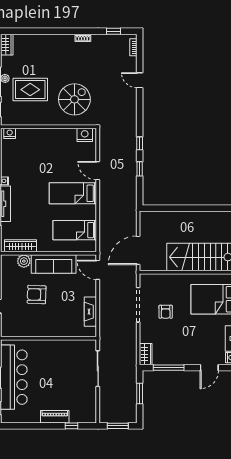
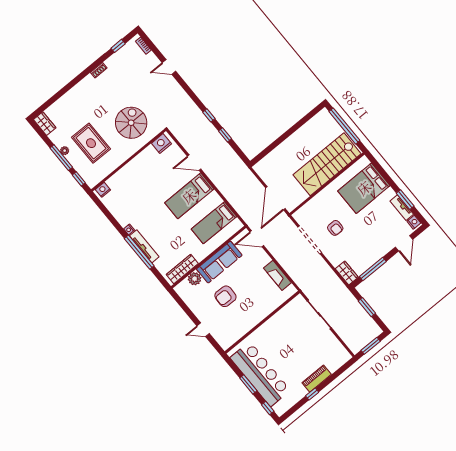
rug: (30, 90) -> (91, 143), turned 90
window: (72, 426) -> (312, 394), moved

